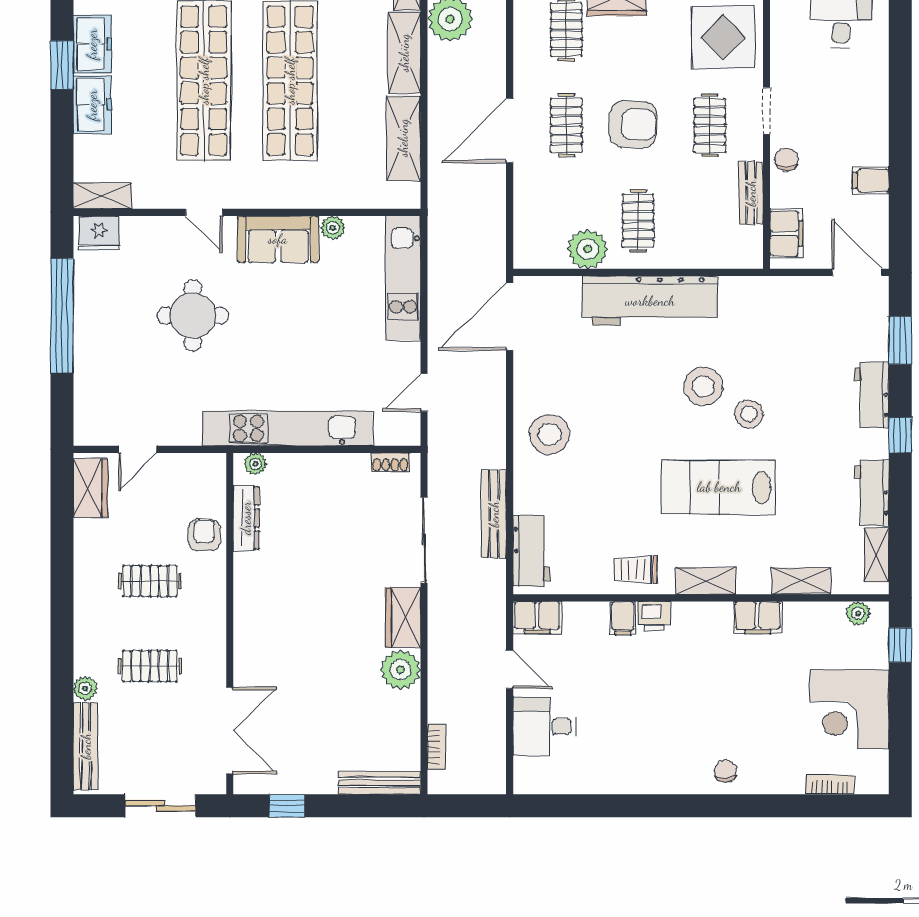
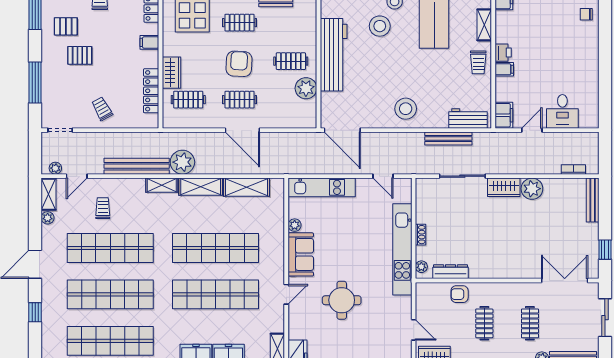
shoe rack: (390, 462) -> (421, 235), moved

